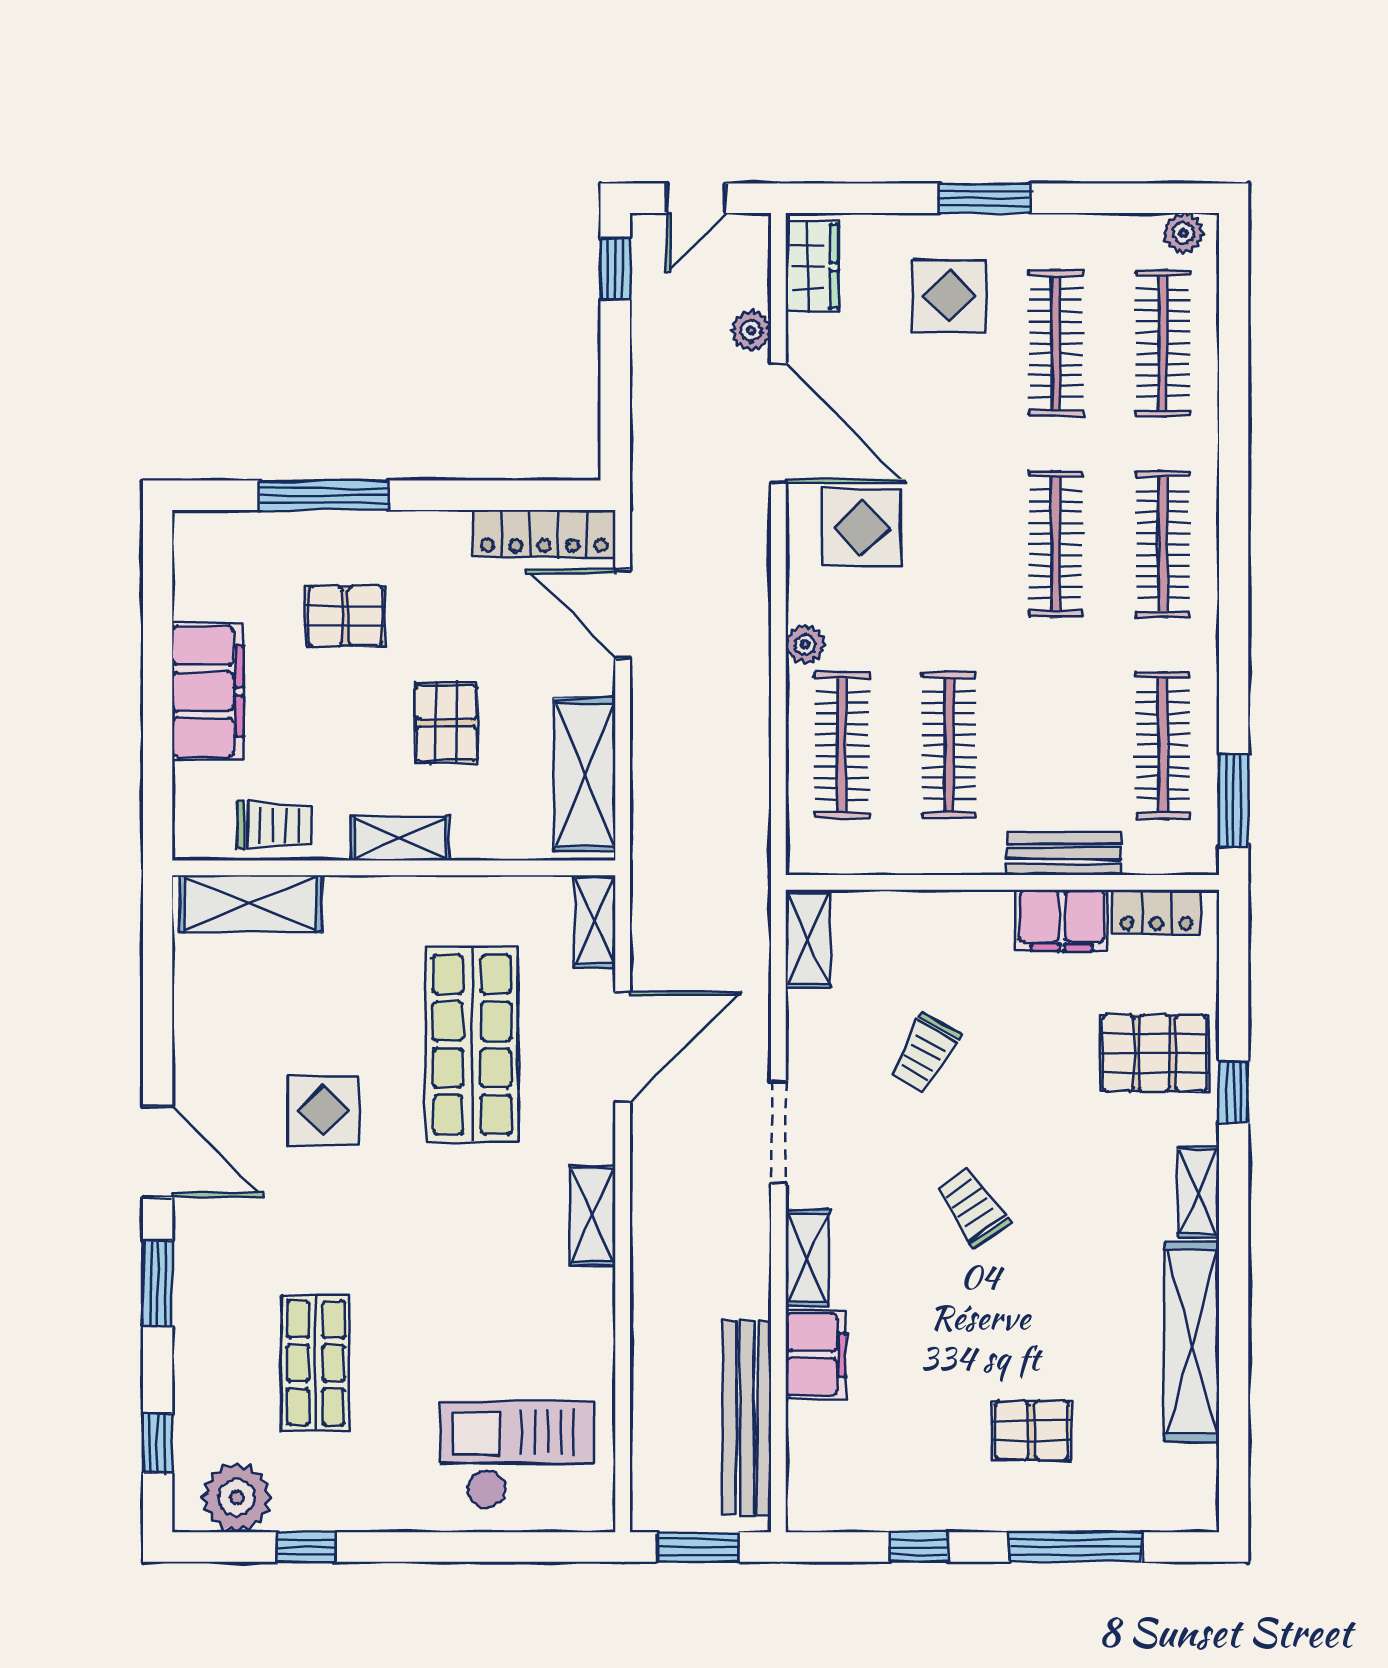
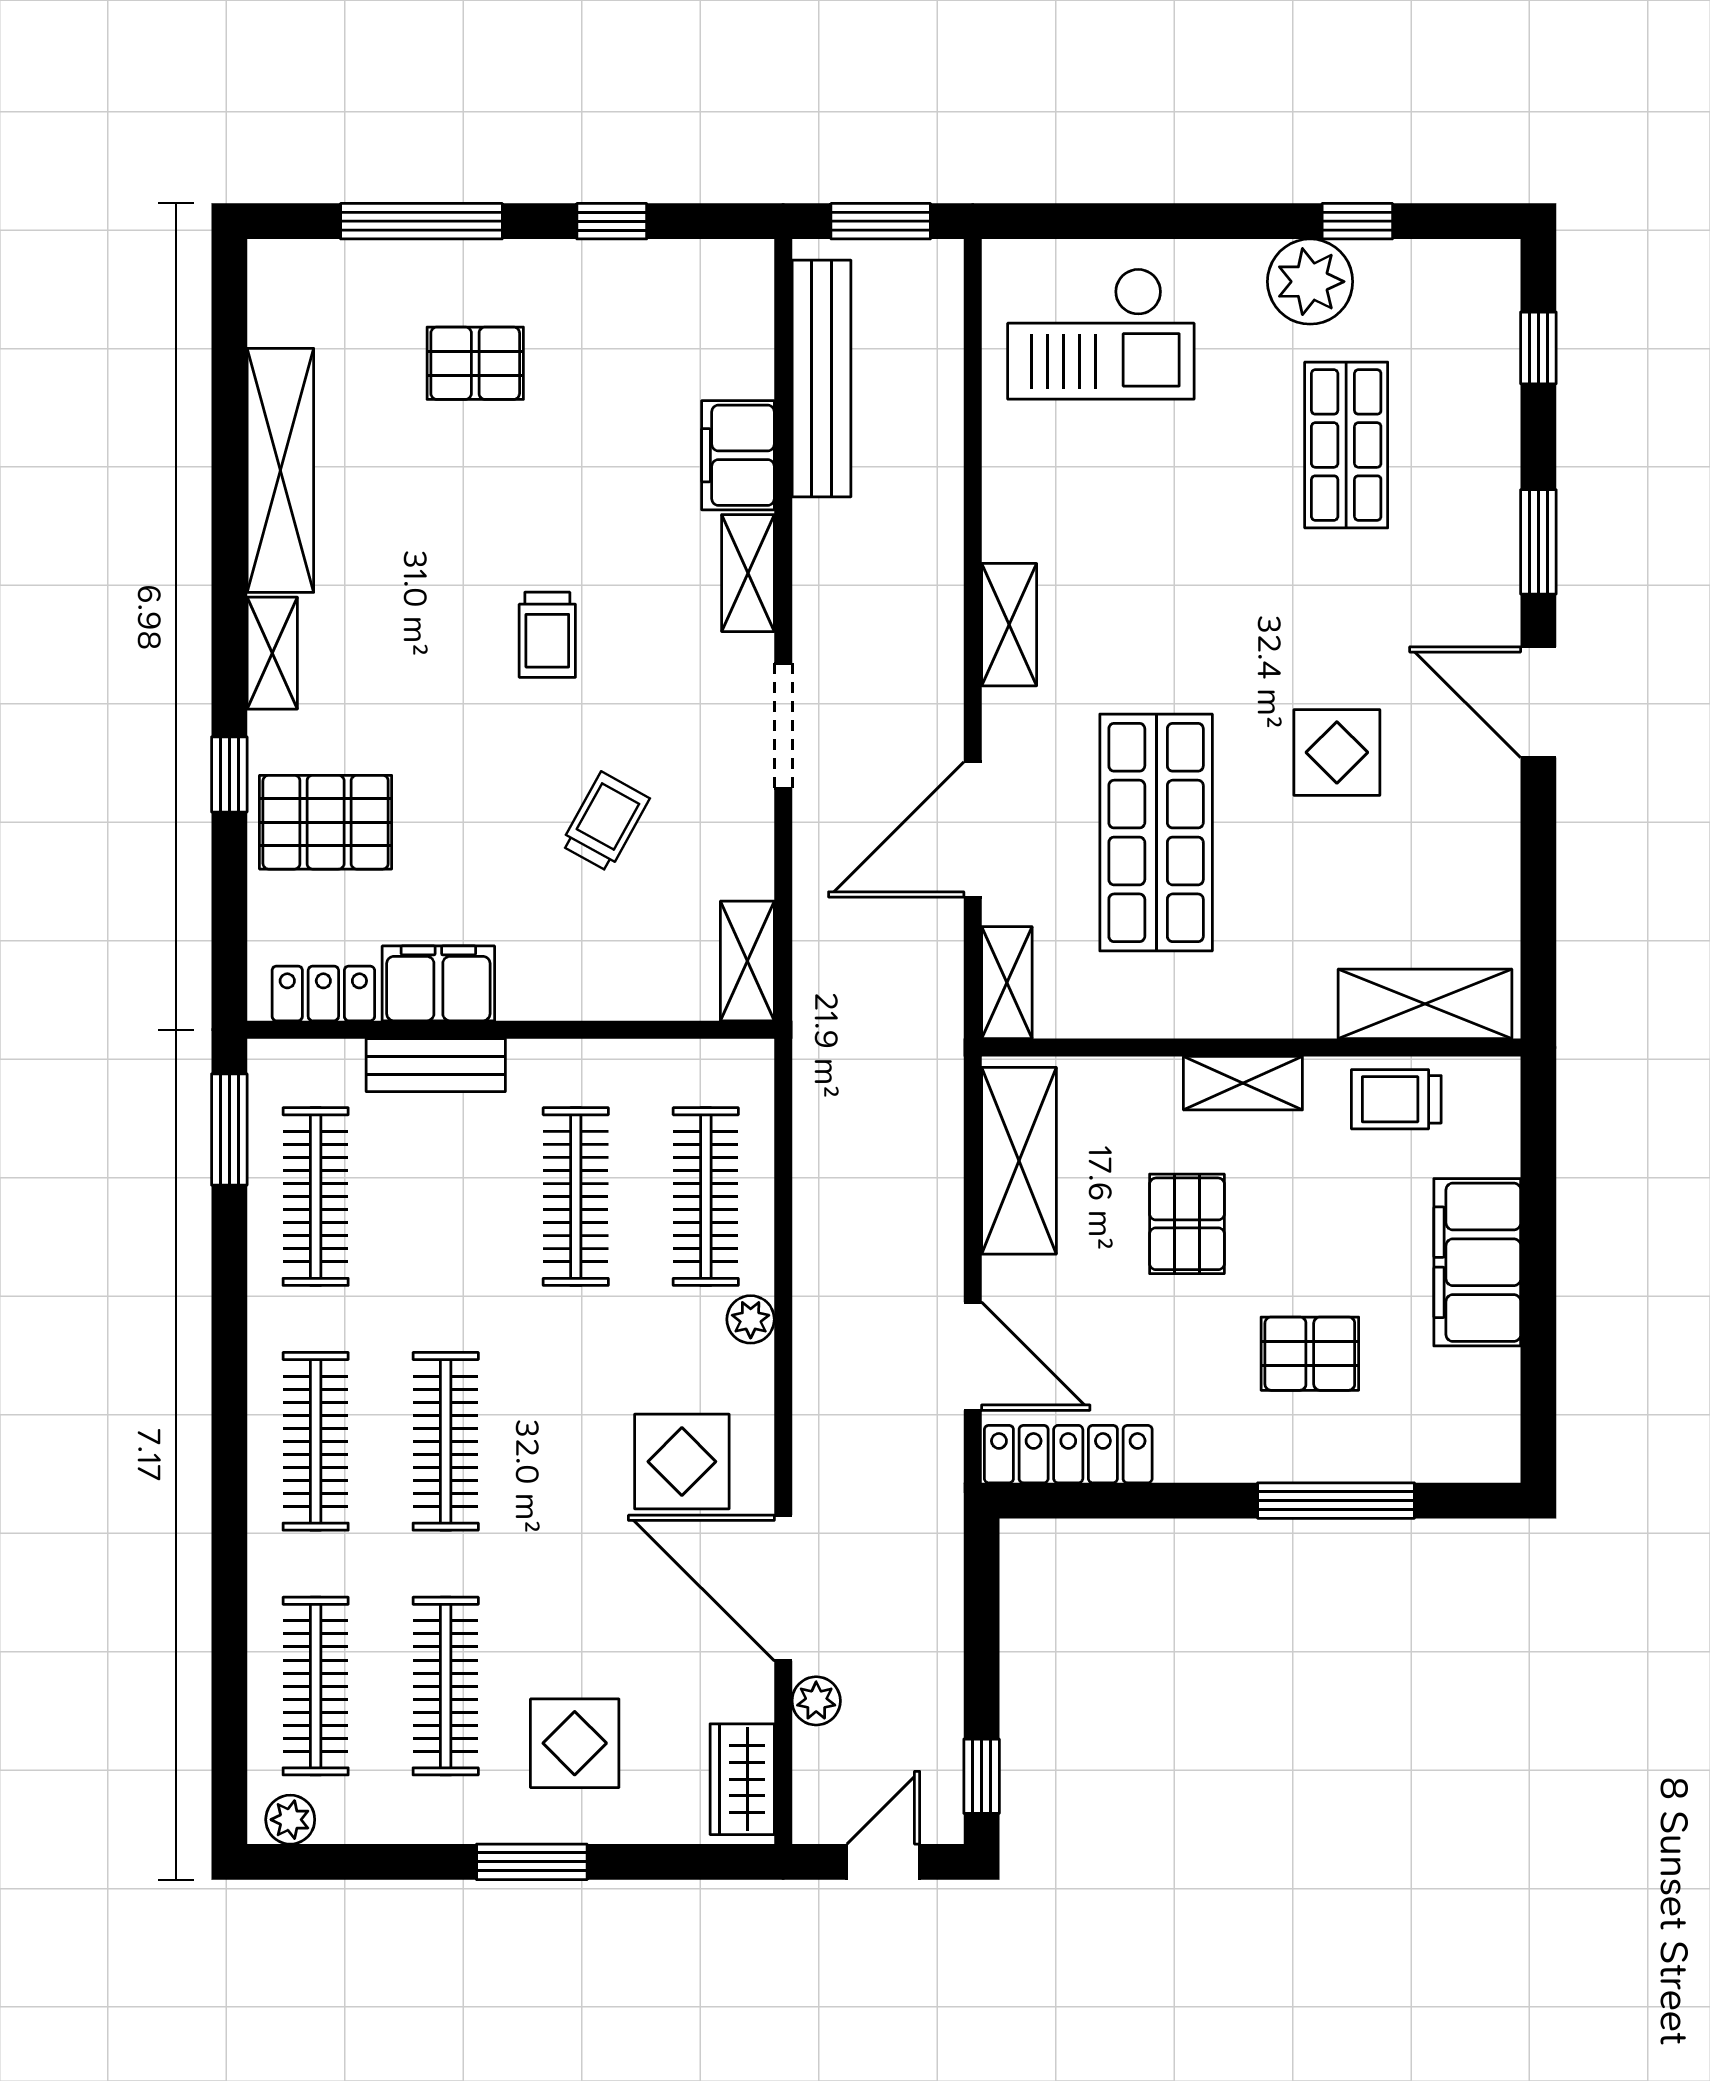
trolley: (972, 1207) -> (547, 635), turned 35
plant: (237, 1497) -> (1310, 282), moved

